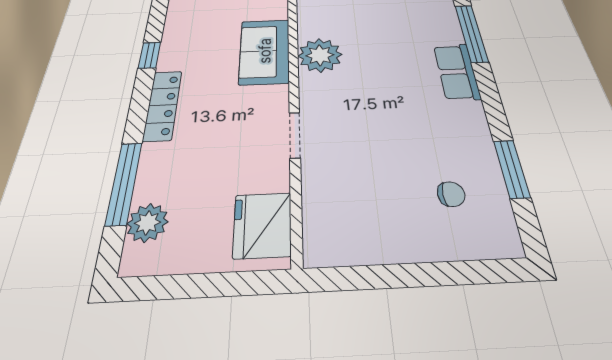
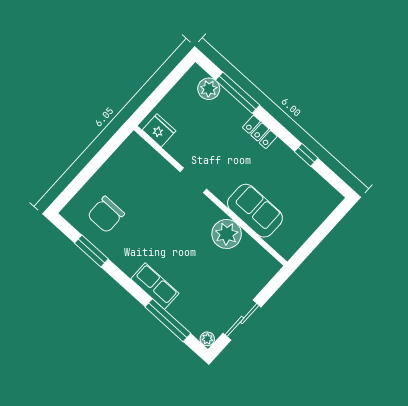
locker: (163, 105) -> (260, 132), width x0.66
chair: (451, 194) -> (106, 215), width x1.87, depth x1.87
fridge: (263, 225) -> (159, 130), width x0.73, depth x0.75

